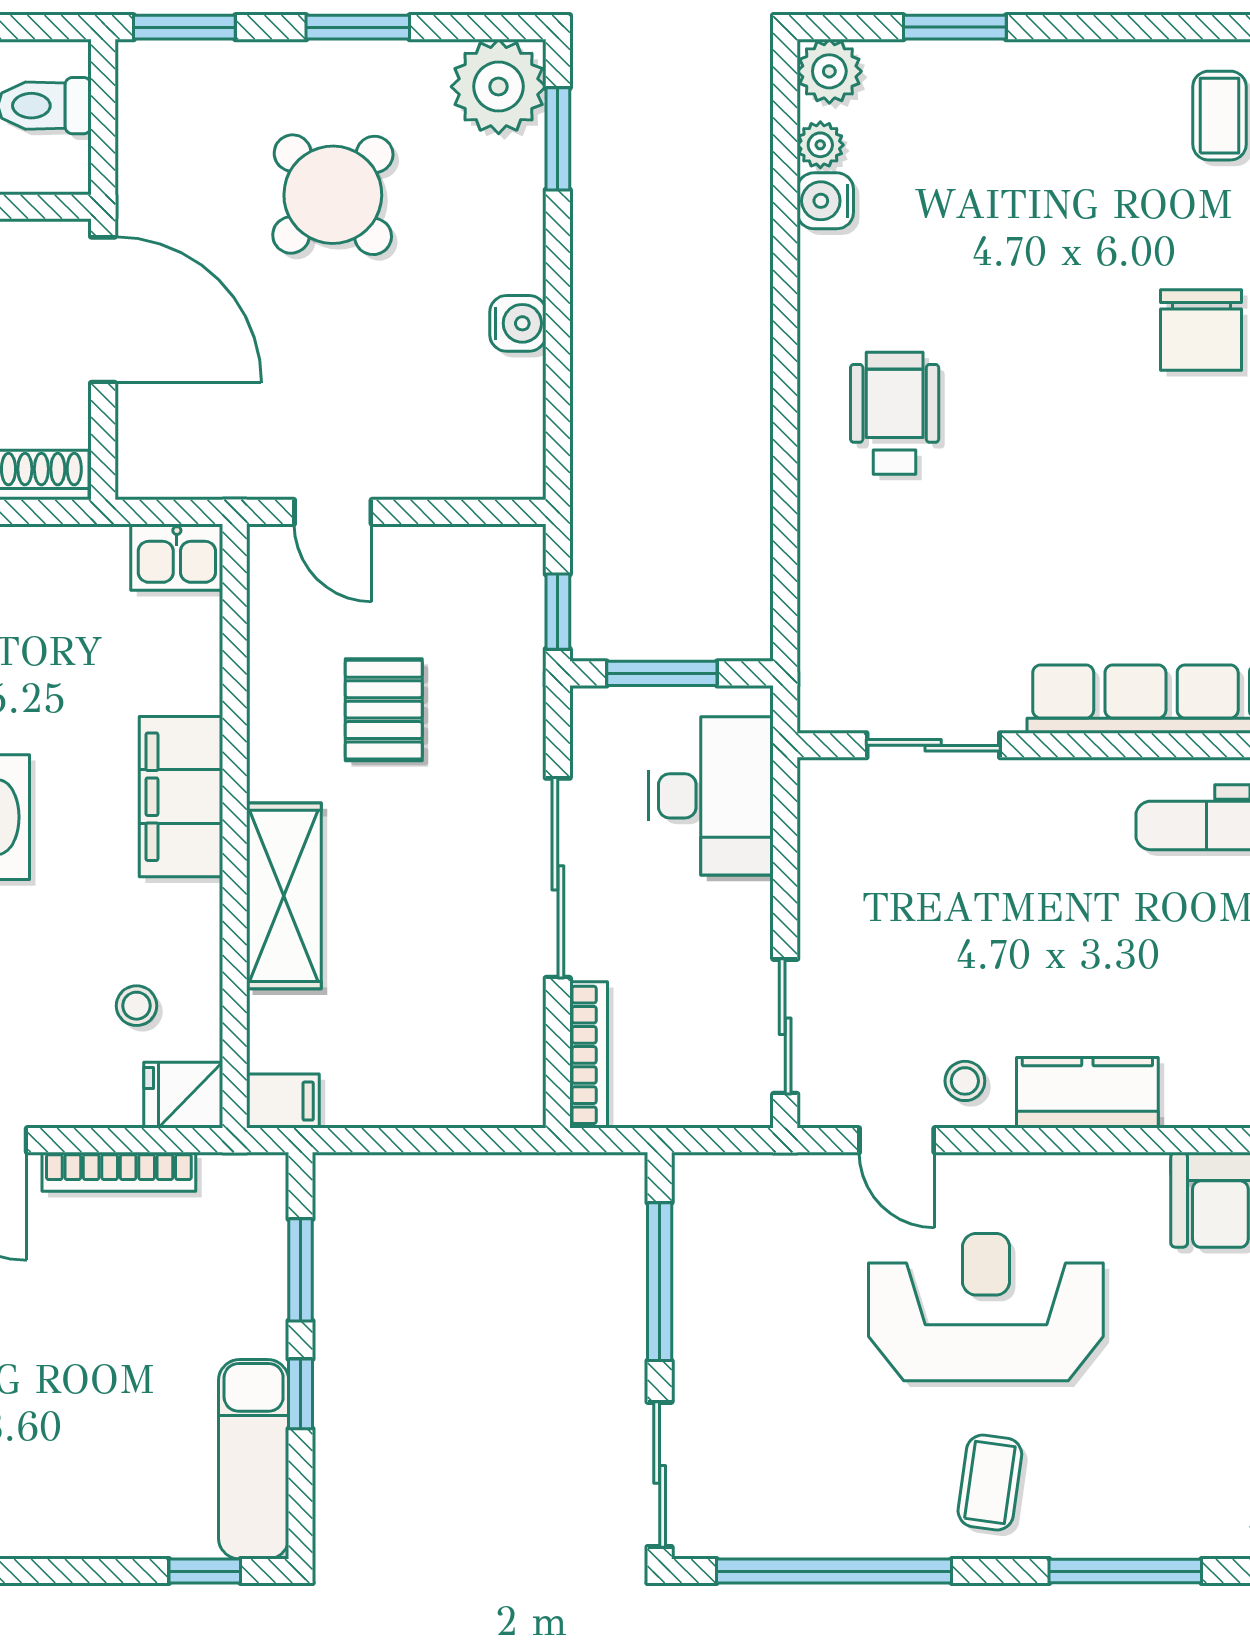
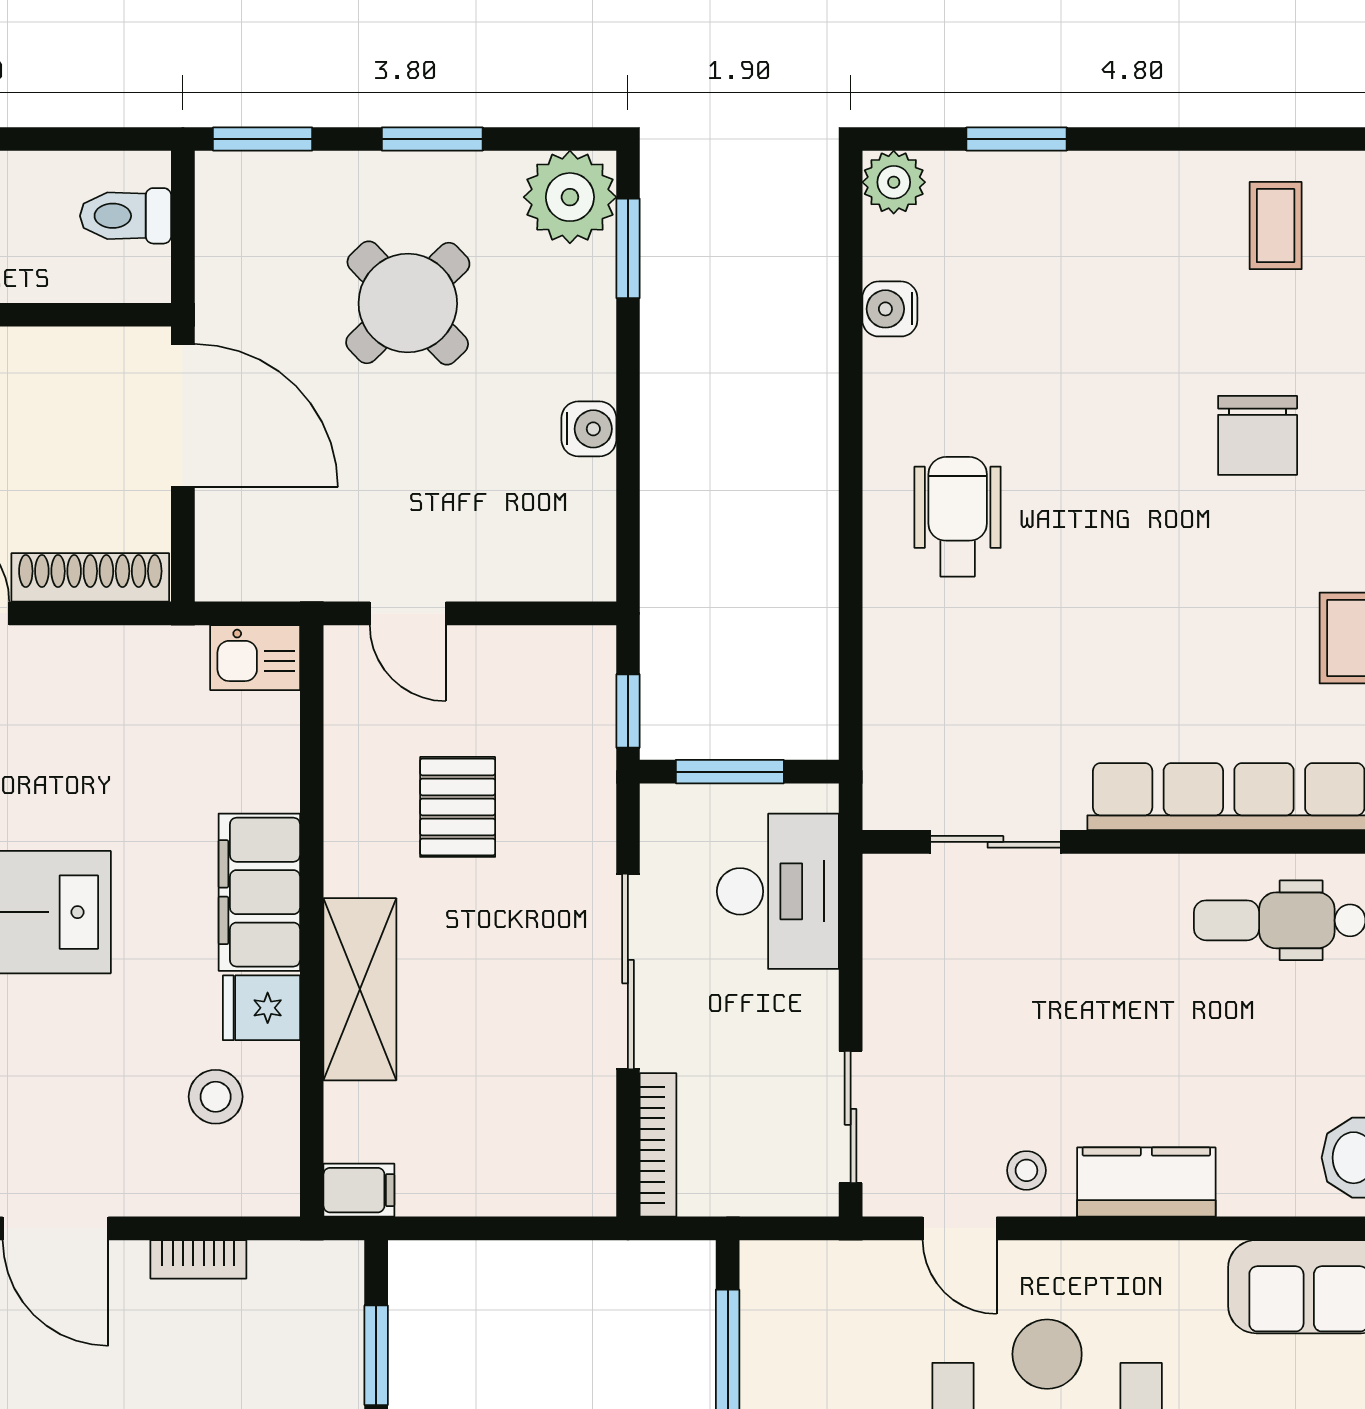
plant: (820, 145) -> (885, 254), removed
stool: (136, 1006) -> (216, 1097), width x1.37, depth x1.37
fridge: (183, 1095) -> (261, 1008), moved
bookcase: (119, 1172) -> (198, 1259), width x0.64

